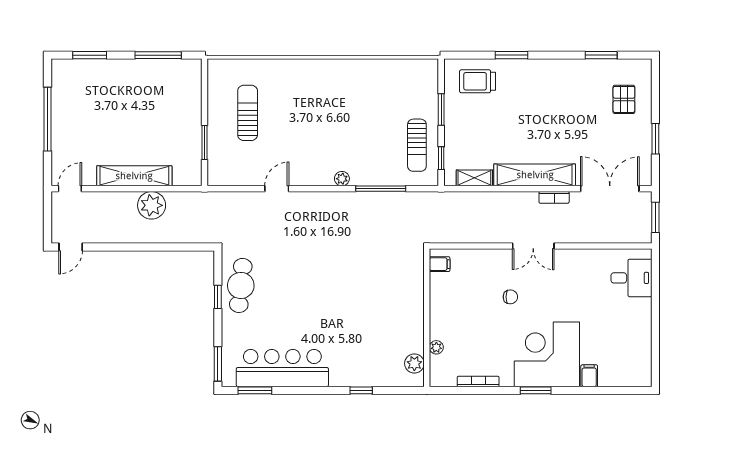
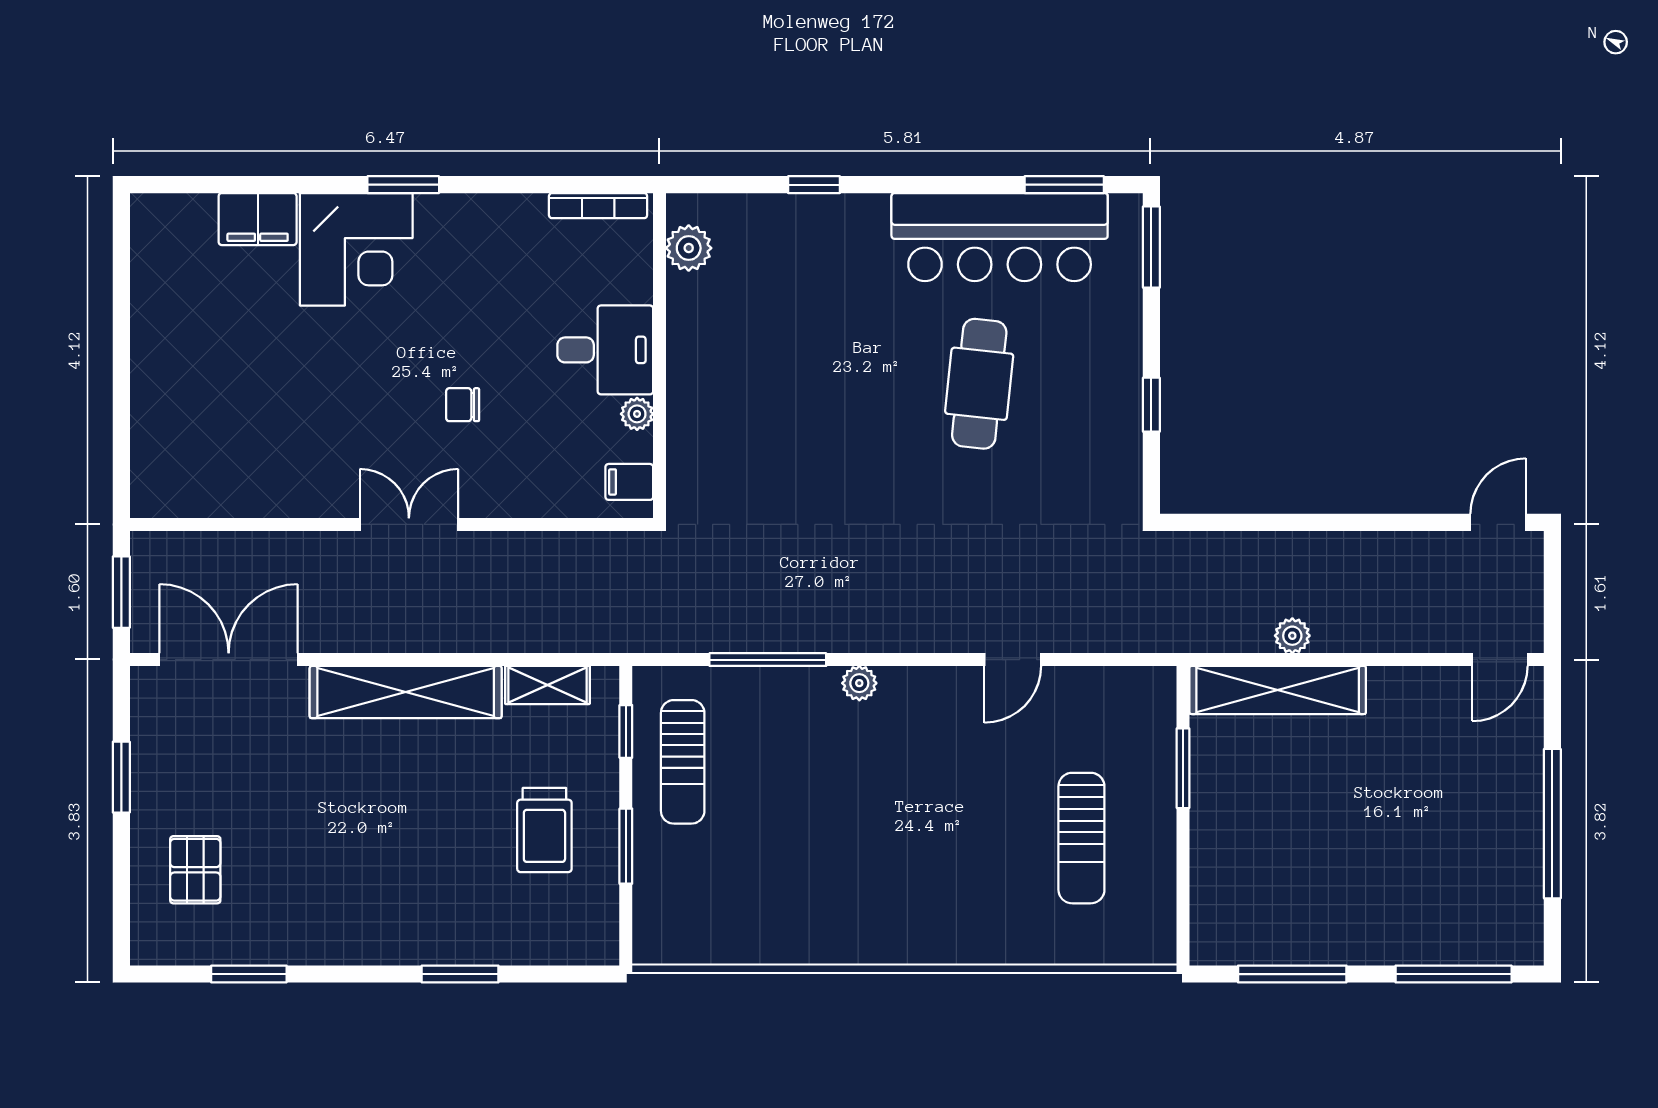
window: (90, 55) -> (1454, 974), width x1.44
trolley: (478, 81) -> (544, 830), moved, turned 90
sun lounger: (417, 145) -> (683, 762), turned 180
shelving: (134, 176) -> (1278, 690), moved
double door: (610, 189) -> (229, 660), swing flipped
bookcase: (554, 197) -> (360, 639), removed
plant: (152, 205) -> (1292, 636), width x0.53, depth x0.53
desk: (631, 278) -> (605, 350), moved, turned 180
cafe table: (241, 285) -> (979, 384), moved
plant: (436, 347) -> (637, 414), moved
corner desk: (547, 354) -> (356, 249), width x0.74, depth x0.74
filing cabinet: (589, 376) -> (258, 219), width x2.00
bookcase: (478, 381) -> (598, 206), moved

